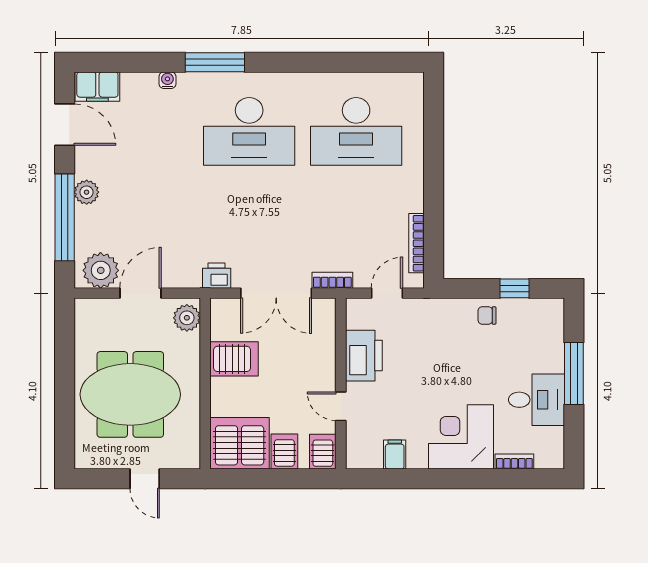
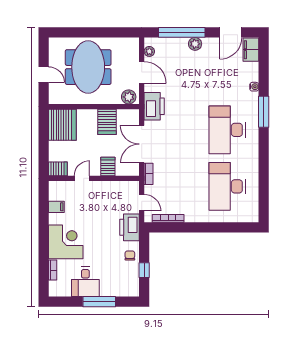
plant: (101, 270) -> (149, 51), width x0.53, depth x0.53
printer: (217, 276) -> (154, 106), width x1.87, depth x1.48
printer: (364, 356) -> (129, 227), moved, turned 90
server rack: (284, 452) -> (108, 166), moved, turned -90
door: (145, 479) -> (44, 75), swing flipped

